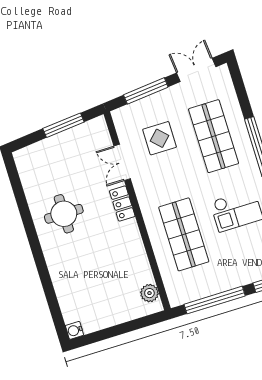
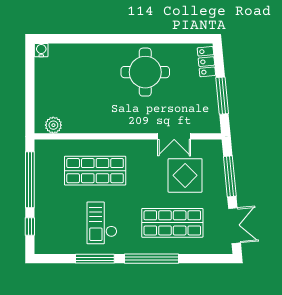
display table: (160, 138) -> (185, 175), width x1.36, depth x1.36
double door: (122, 162) -> (174, 136), swing flipped
locker: (122, 204) -> (206, 62), moved, turned -95
round table: (64, 214) -> (145, 72), width x1.36, depth x1.36

